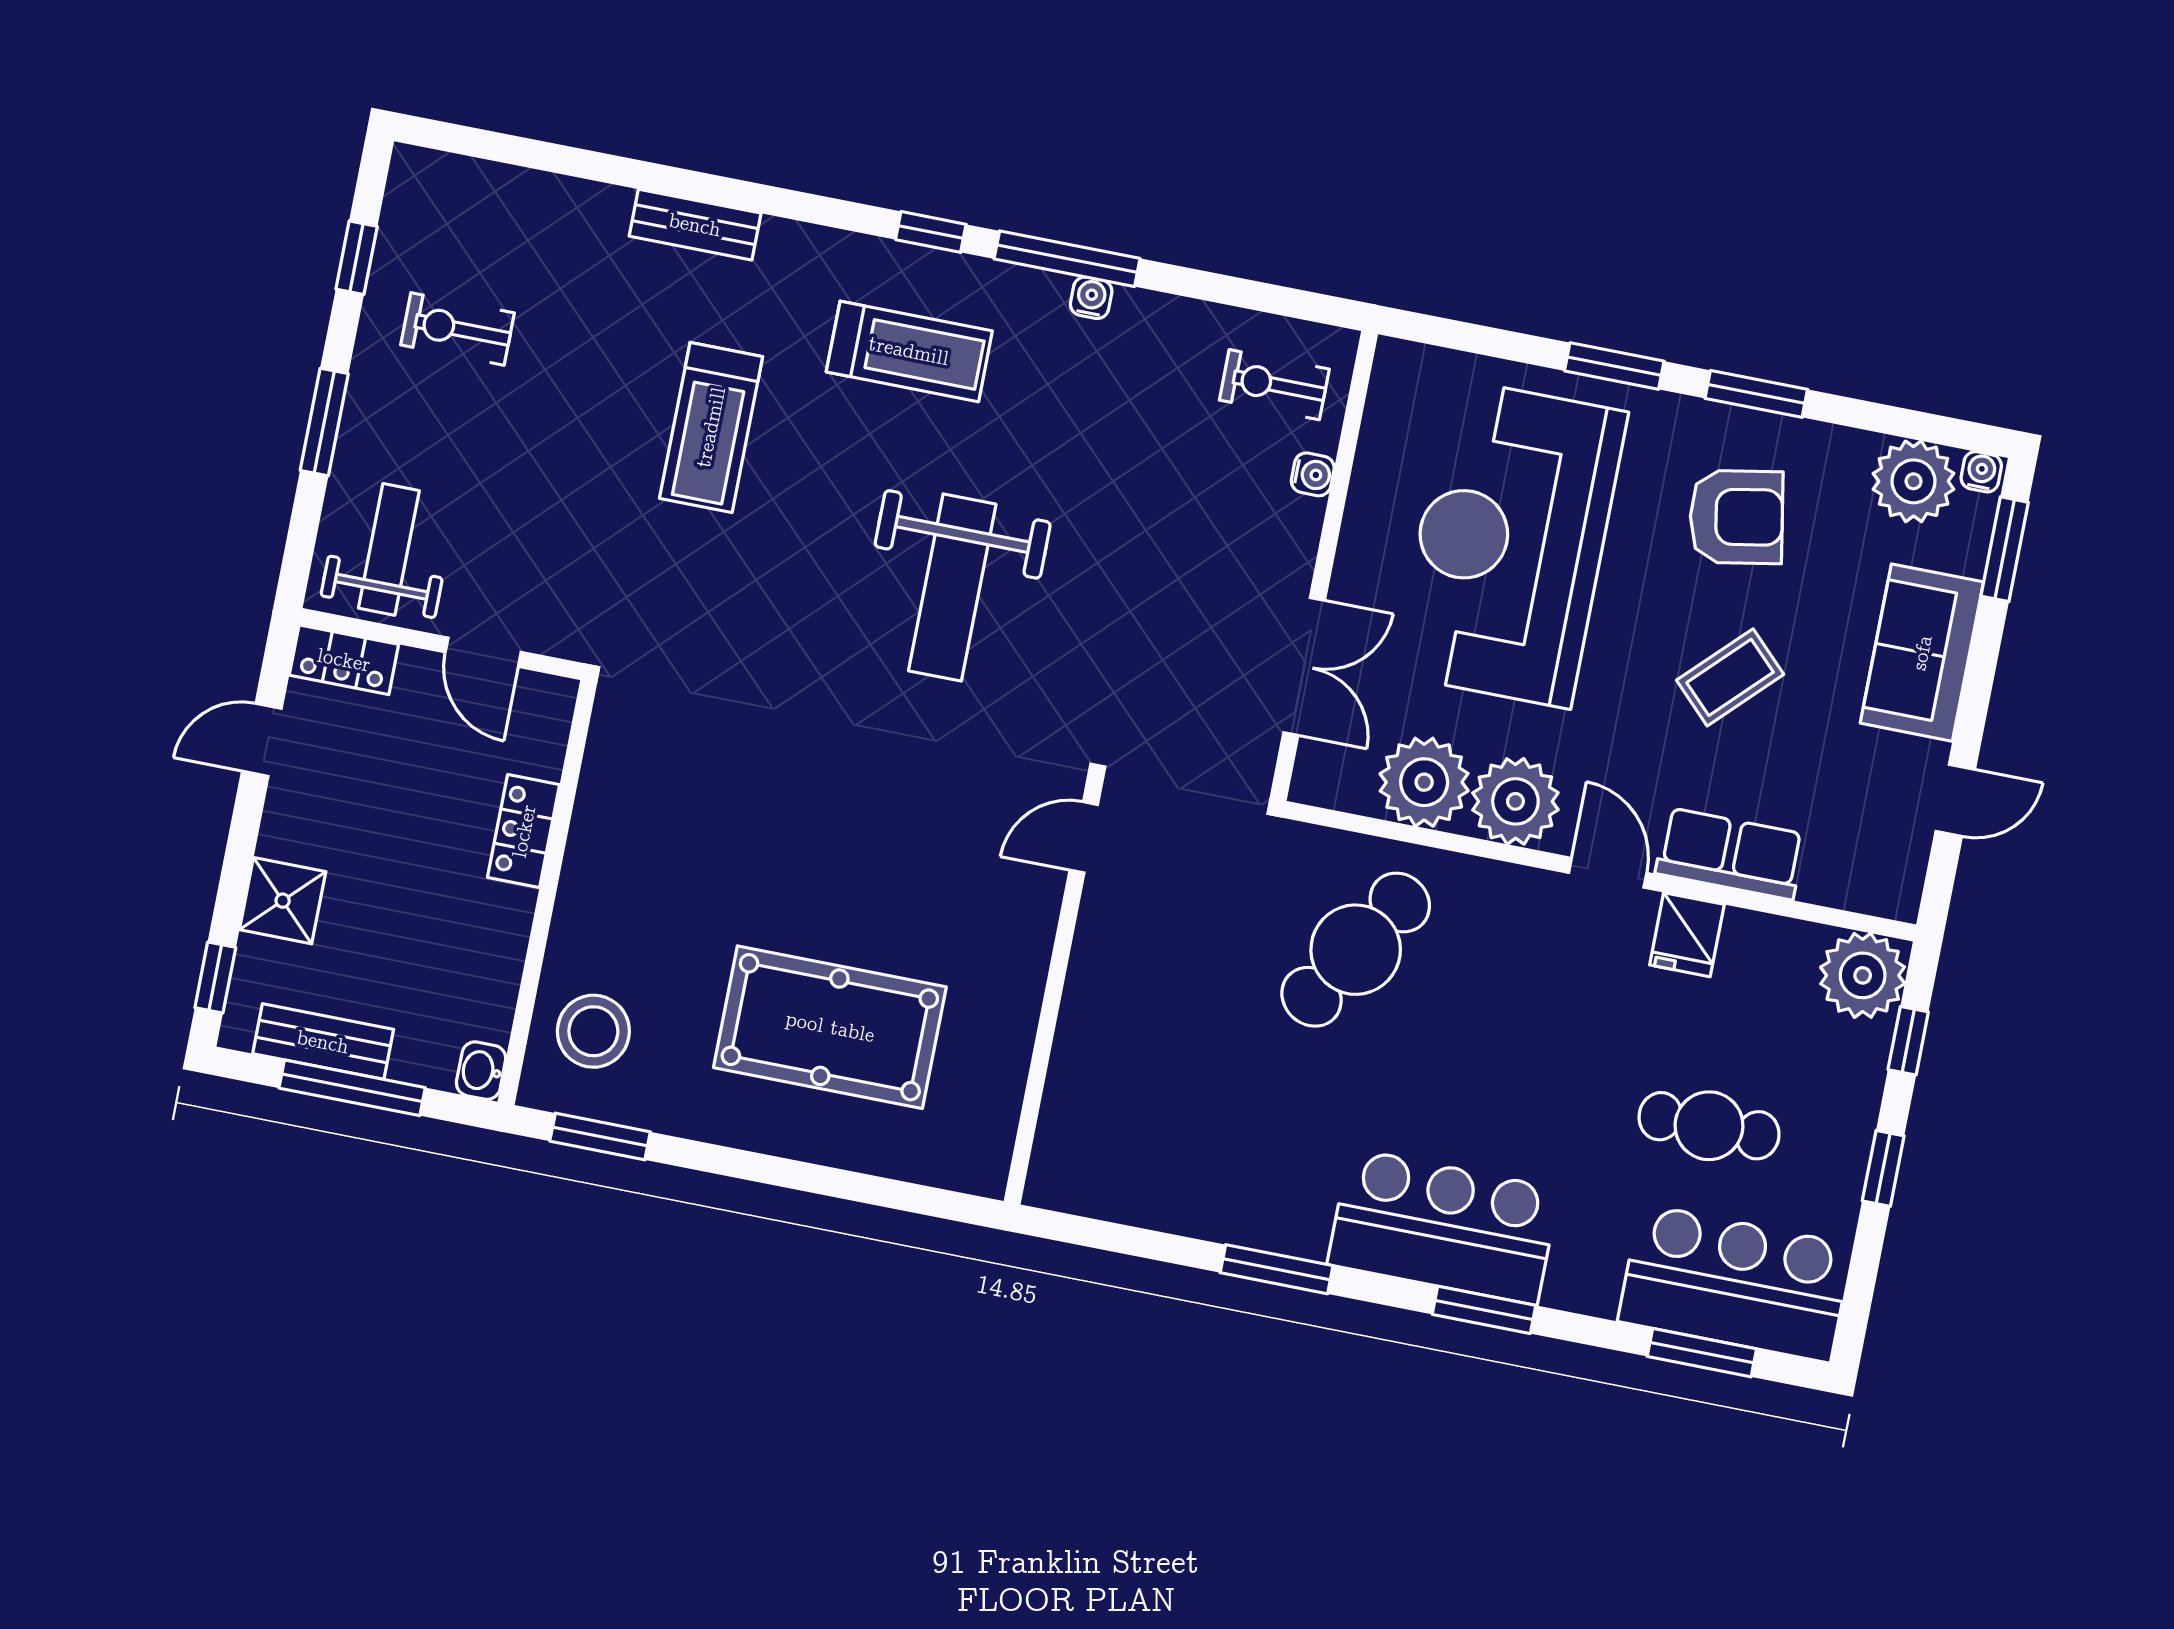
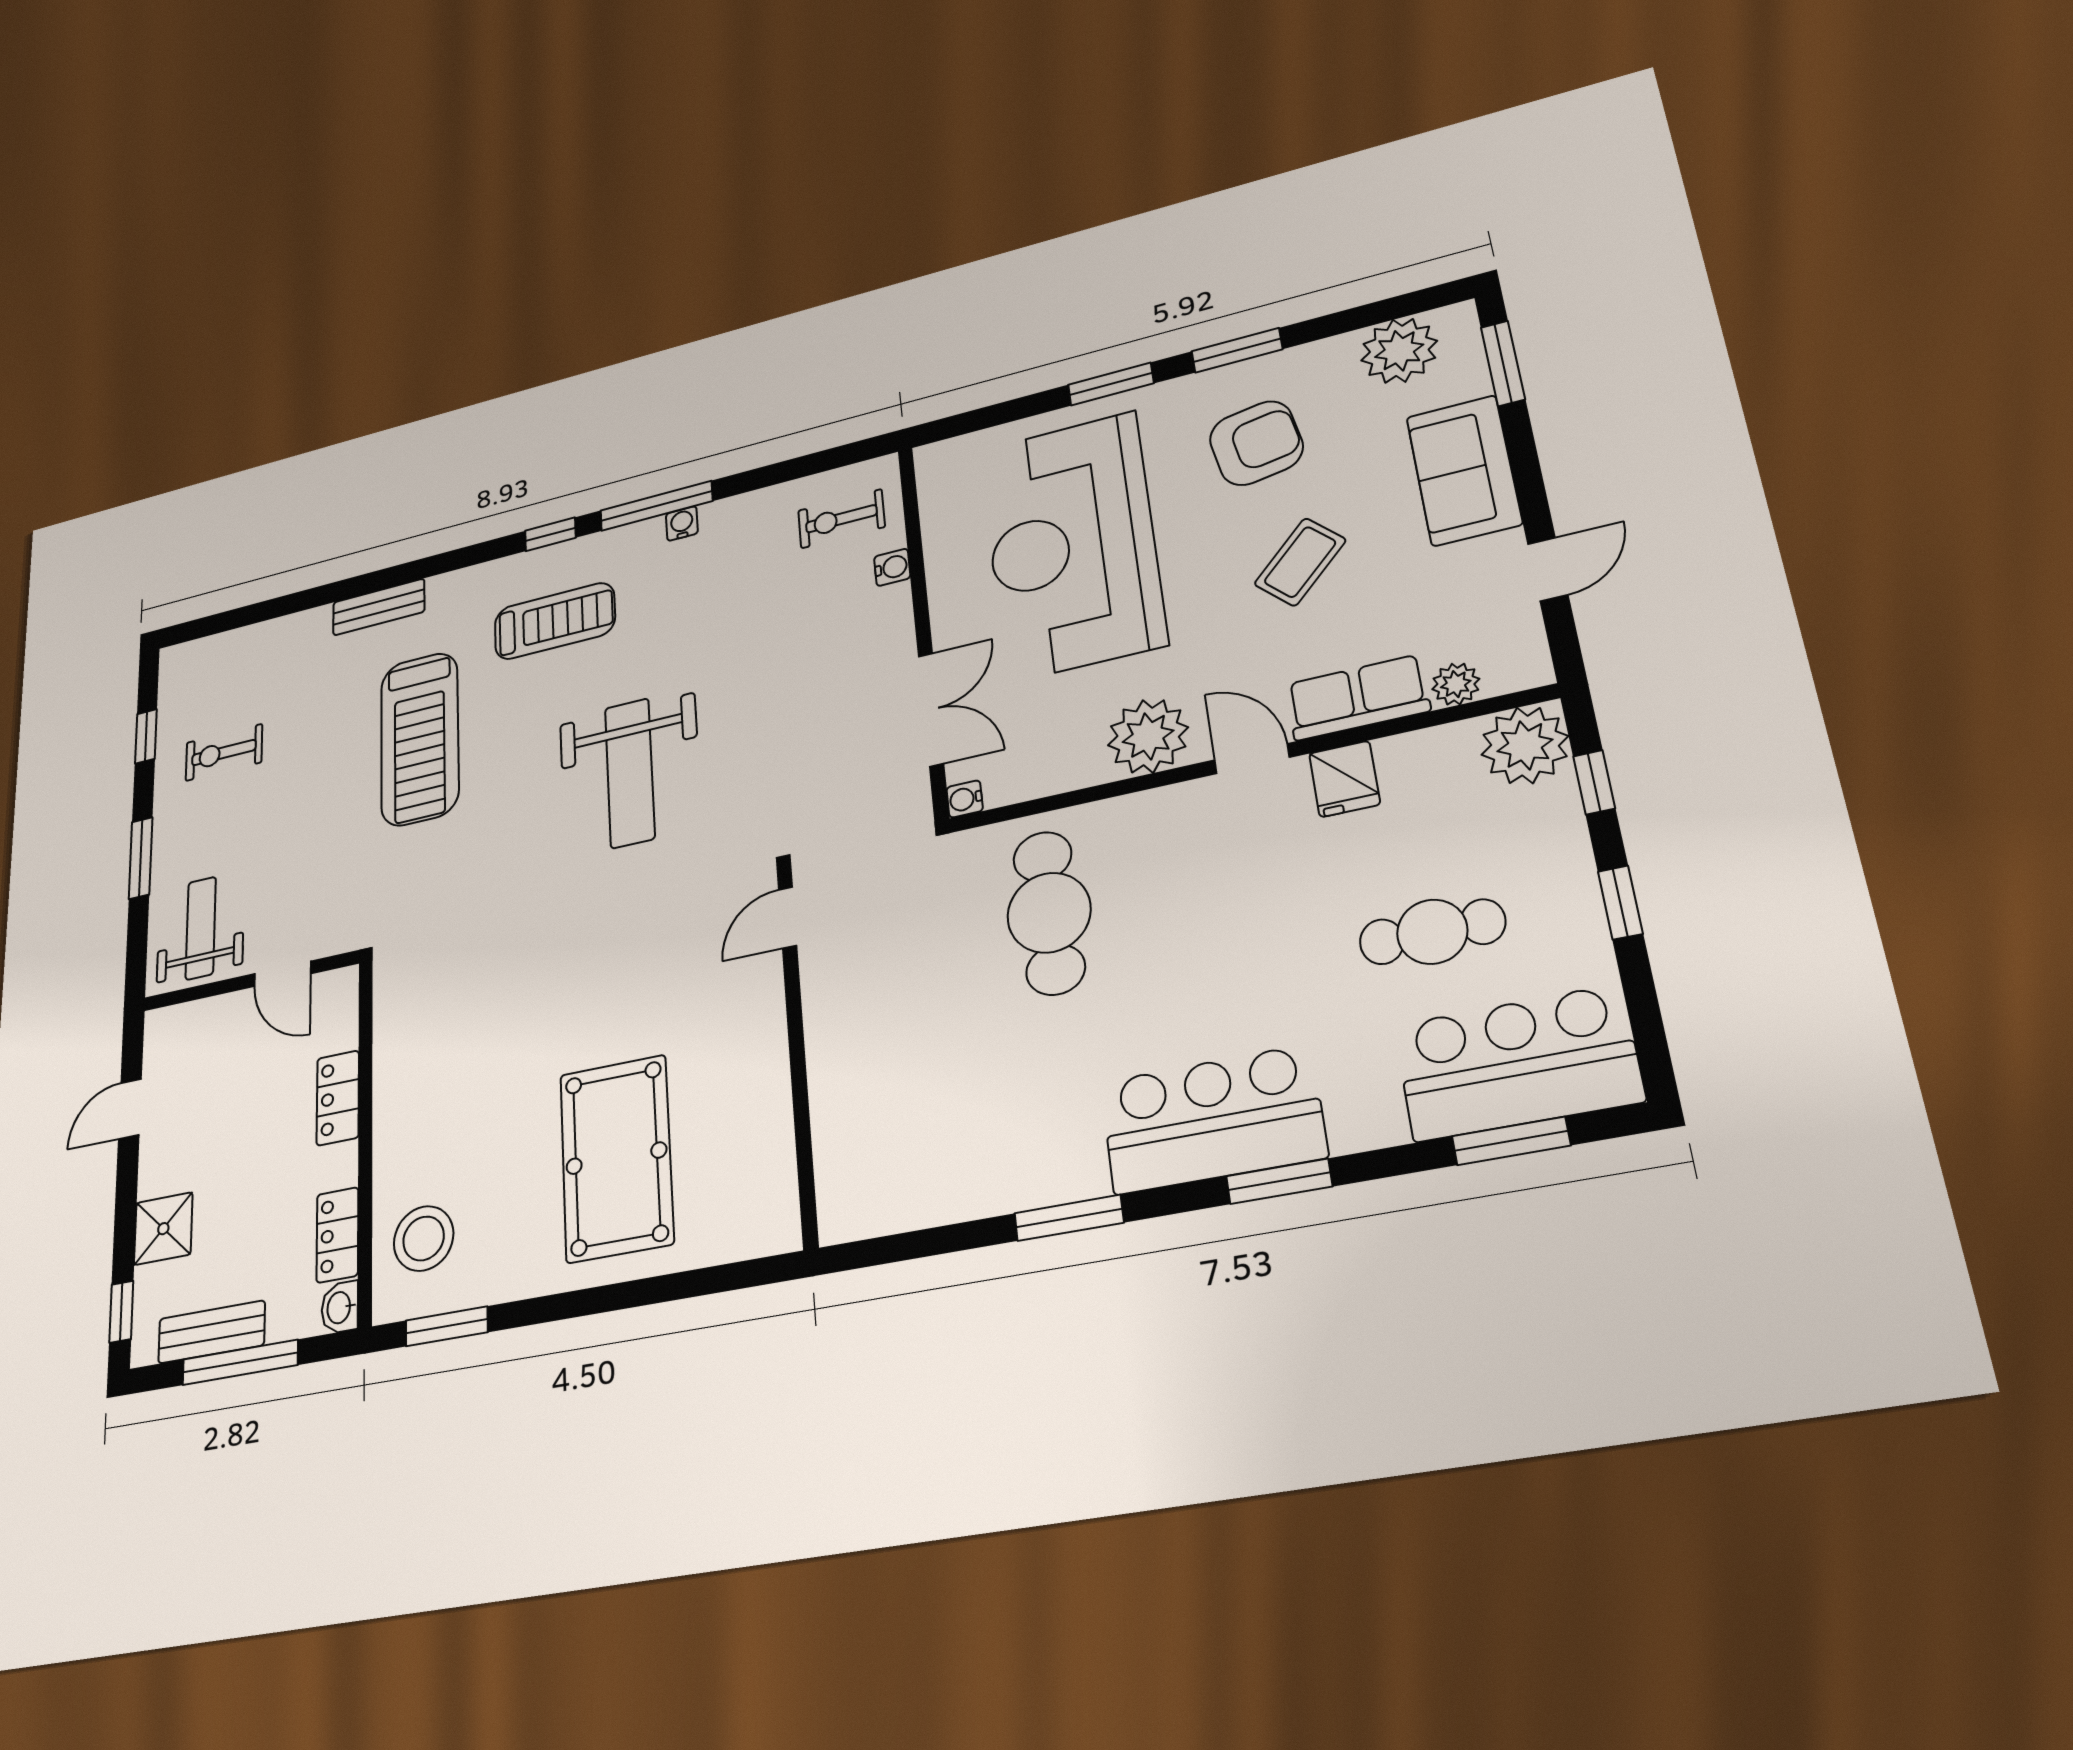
treadmill: (711, 427) -> (420, 739), width x1.37, depth x1.38
water cooler: (1981, 472) -> (965, 799), moved, turned -90
locker: (344, 660) -> (337, 1235), moved, turned 90
plant: (1424, 782) -> (1456, 684), moved, width x0.53, depth x0.53
cafe table: (1356, 950) -> (1049, 913), turned -32
pool table: (830, 1027) -> (616, 1158), turned 90

